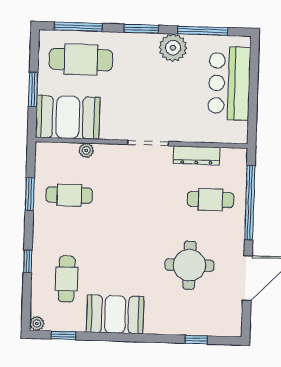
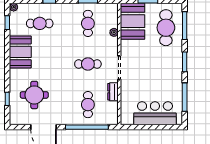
plant: (173, 48) -> (174, 80), removed
dresser: (197, 155) -> (113, 92), width x0.70
cafe table: (140, 197) -> (88, 64), added
round table: (189, 265) -> (34, 95), moved

